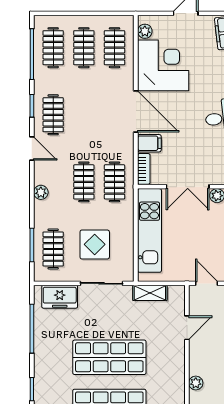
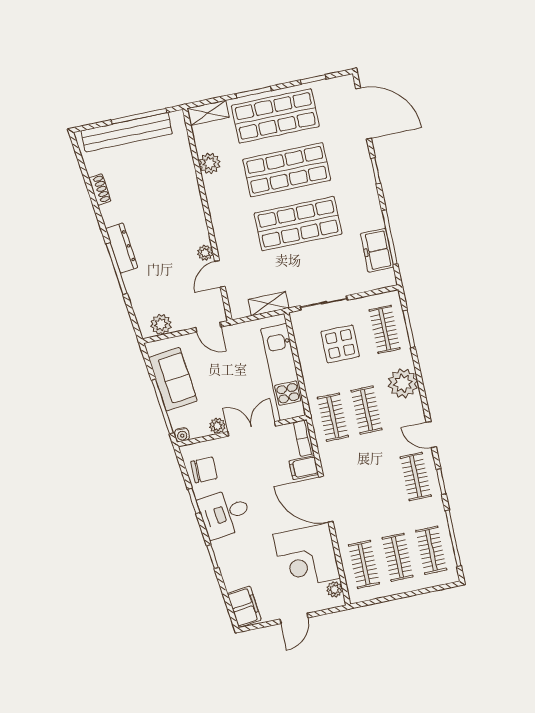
plant: (41, 192) -> (403, 383), width x1.88, depth x1.88
freezer: (60, 297) -> (377, 250), moved, turned -90
plant: (196, 383) -> (205, 253), moved

